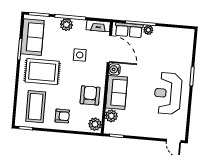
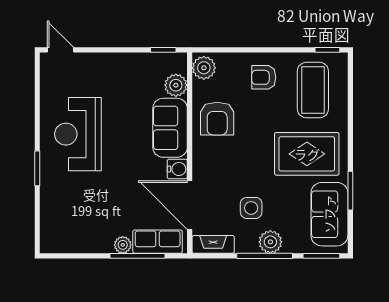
side table: (80, 55) -> (251, 208), moved
reception desk: (168, 93) -> (78, 134), turned 180

